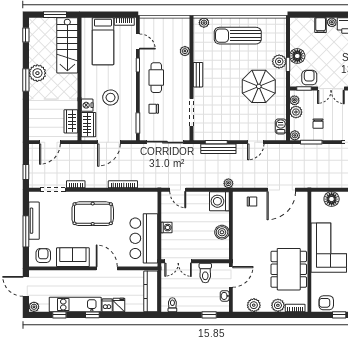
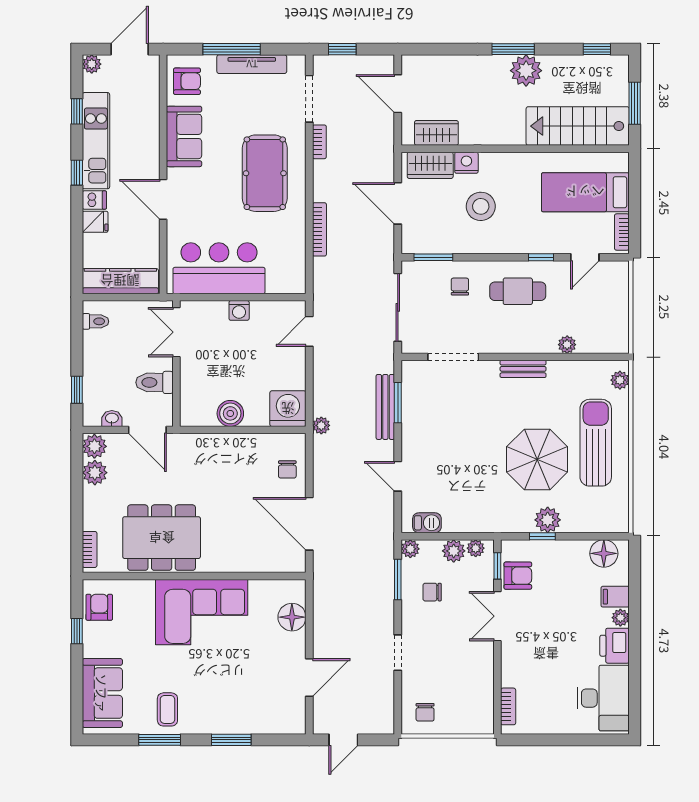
floor lamp: (297, 56) -> (604, 553), moved
parasol: (259, 86) -> (537, 459), moved
door: (107, 268) -> (163, 199), swing flipped
plant: (278, 305) -> (94, 446), moved

